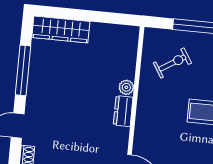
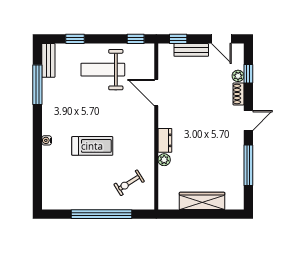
wardrobe: (61, 29) -> (202, 201), moved

